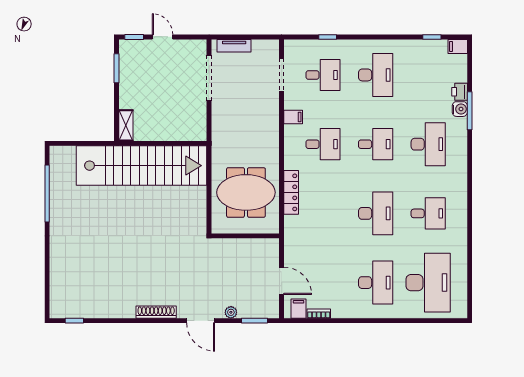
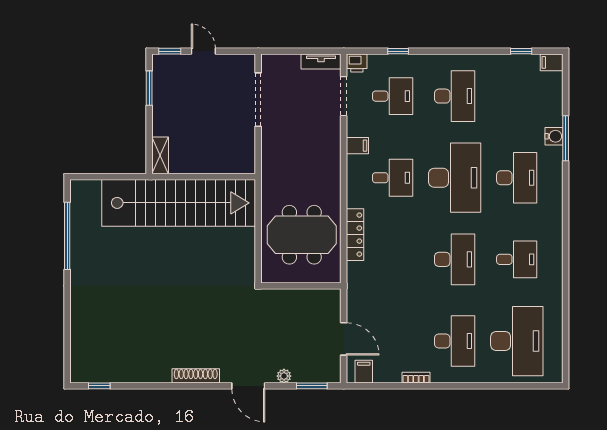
tv unit: (234, 46) -> (321, 62), moved
printer: (460, 92) -> (357, 63), moved, turned -90
desk: (376, 144) -> (455, 178), width x1.87, depth x1.30
bookcase: (319, 314) -> (416, 378), moved

